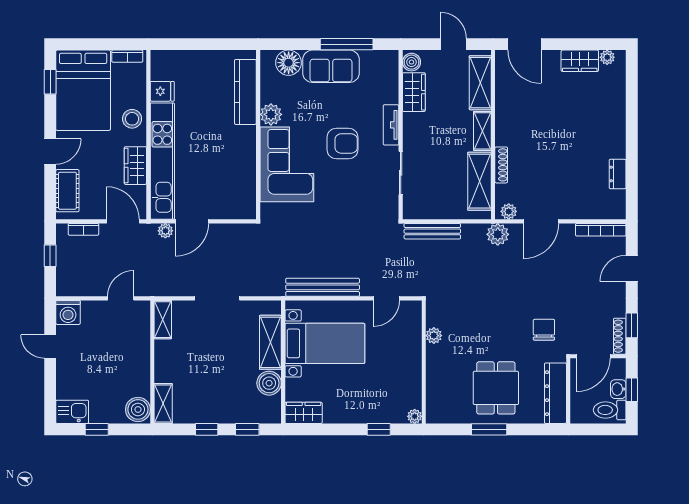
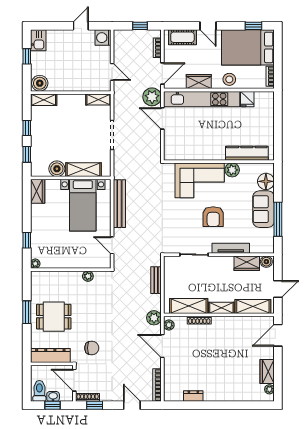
tv unit: (391, 125) -> (231, 248), width x1.41
plant: (165, 231) -> (152, 97), width x1.87, depth x1.87
bench: (432, 231) -> (156, 280), width x0.73

